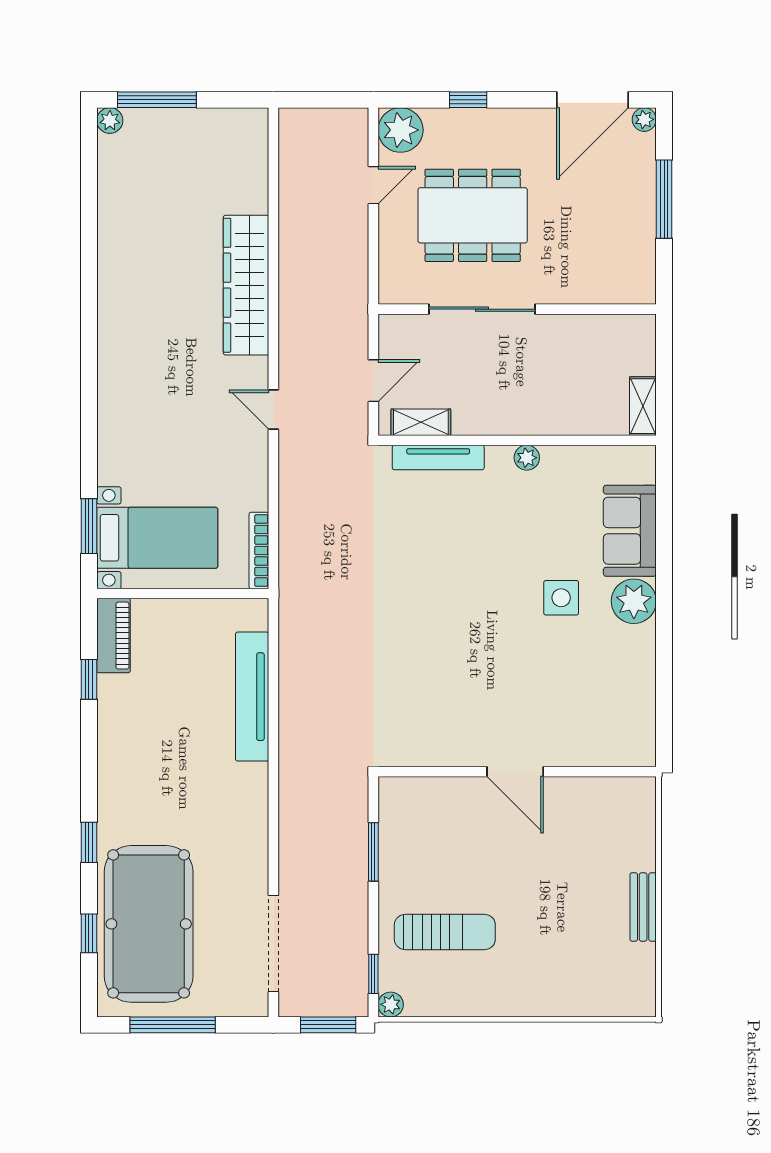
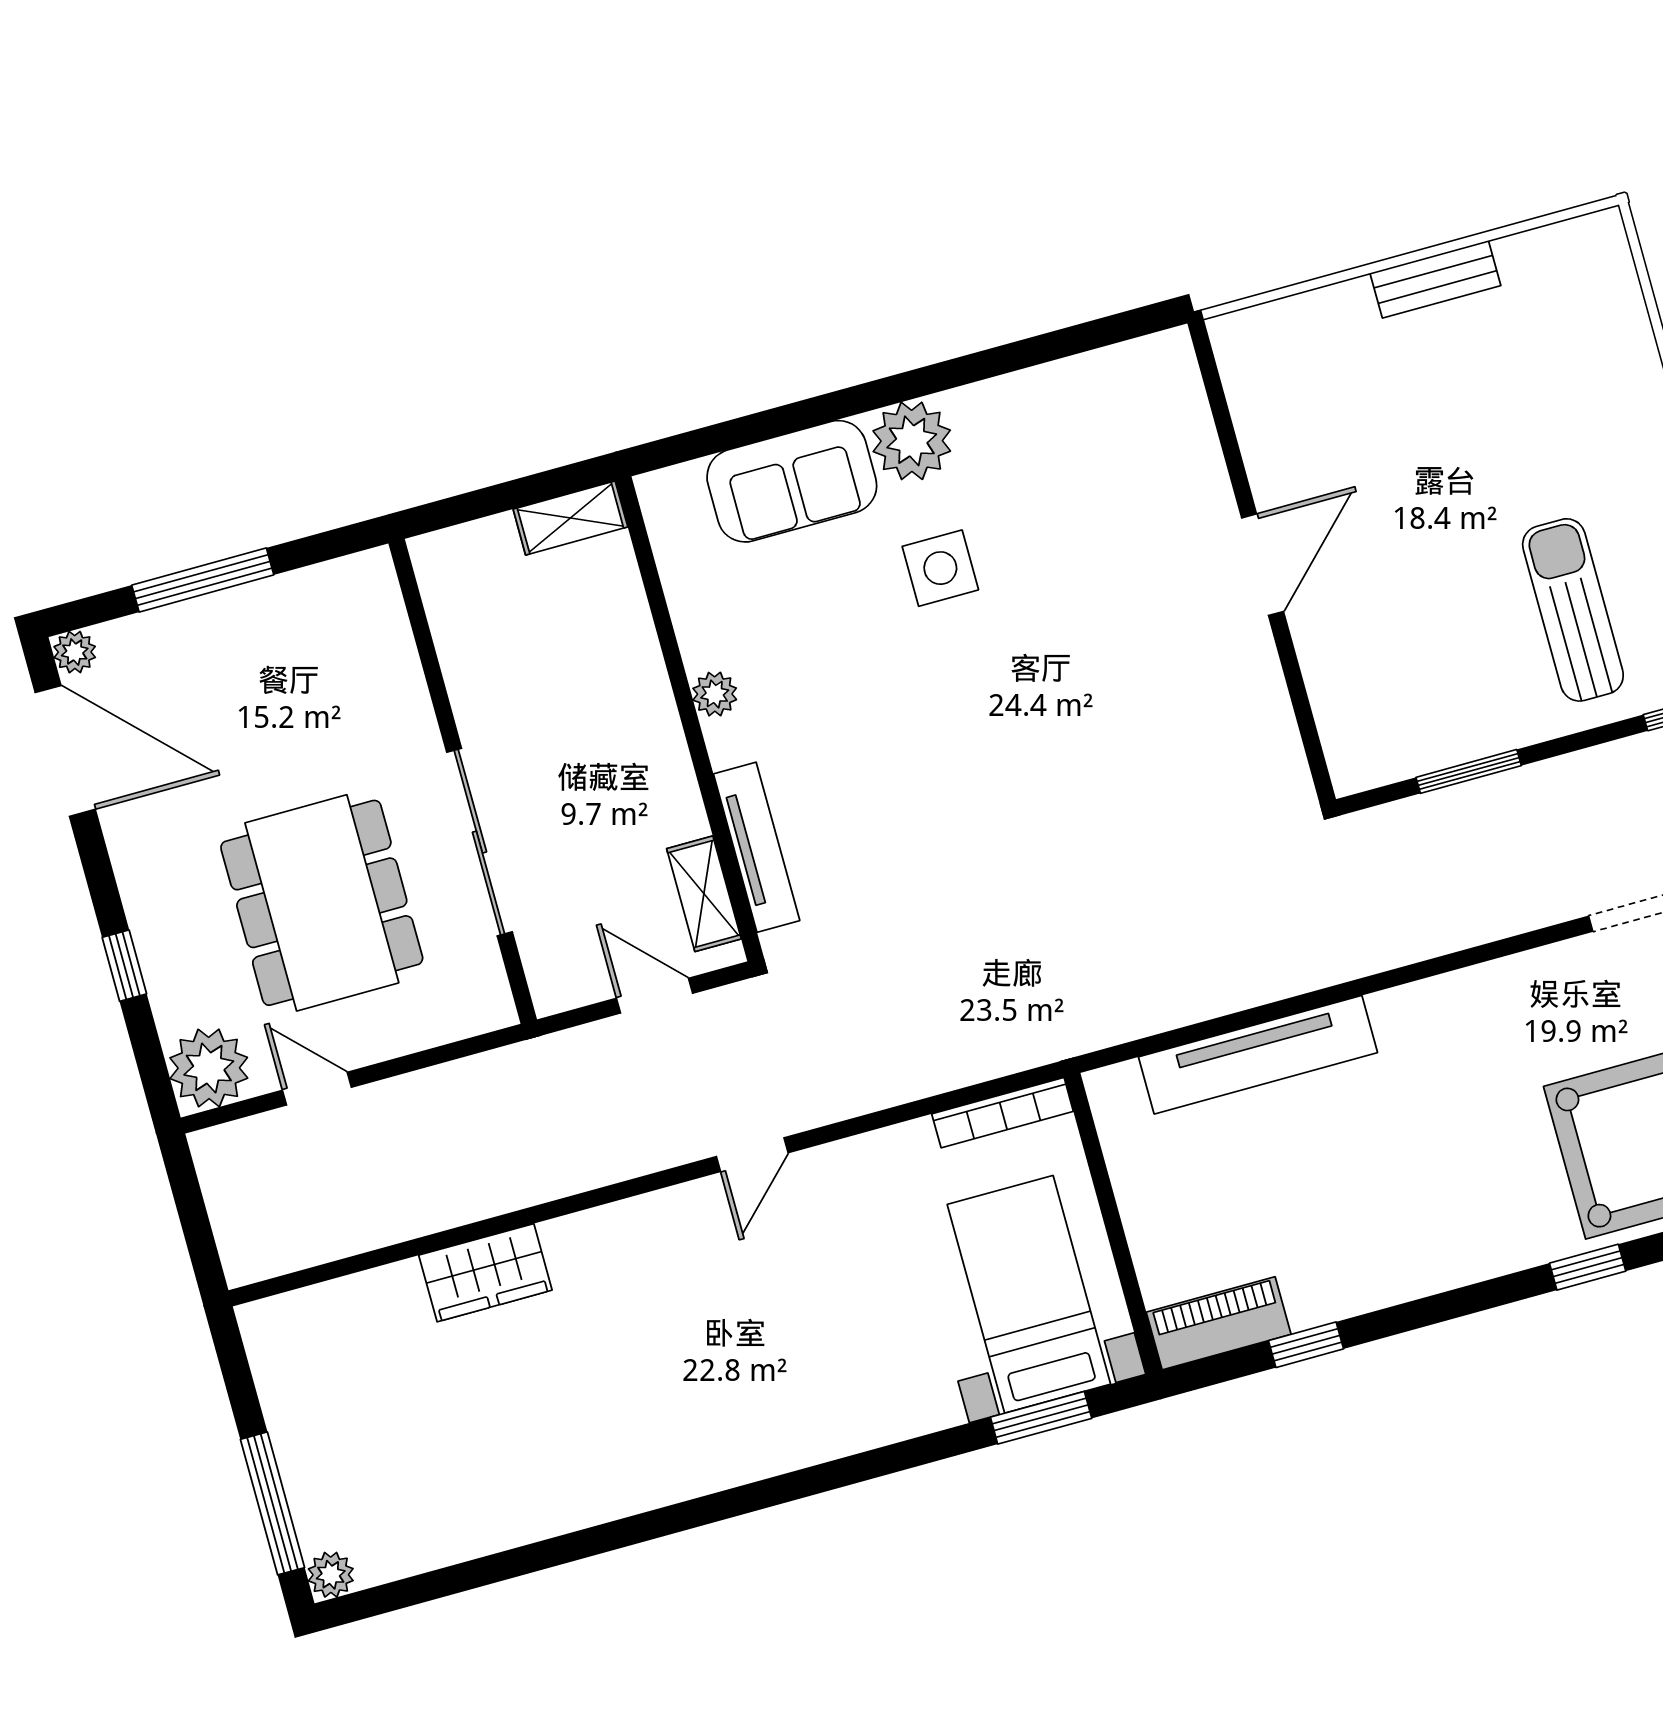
wardrobe: (246, 285) -> (485, 1273), width x0.48, depth x0.85

